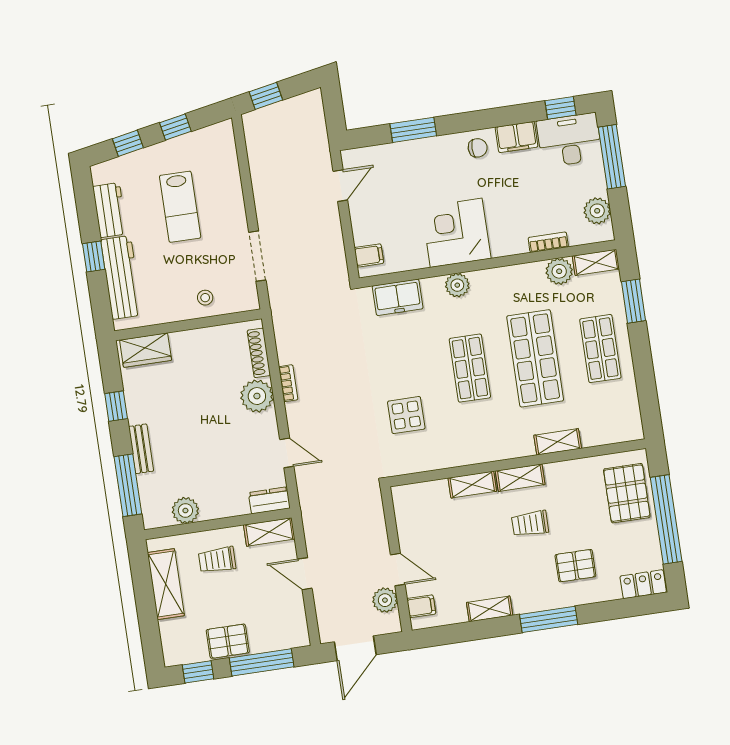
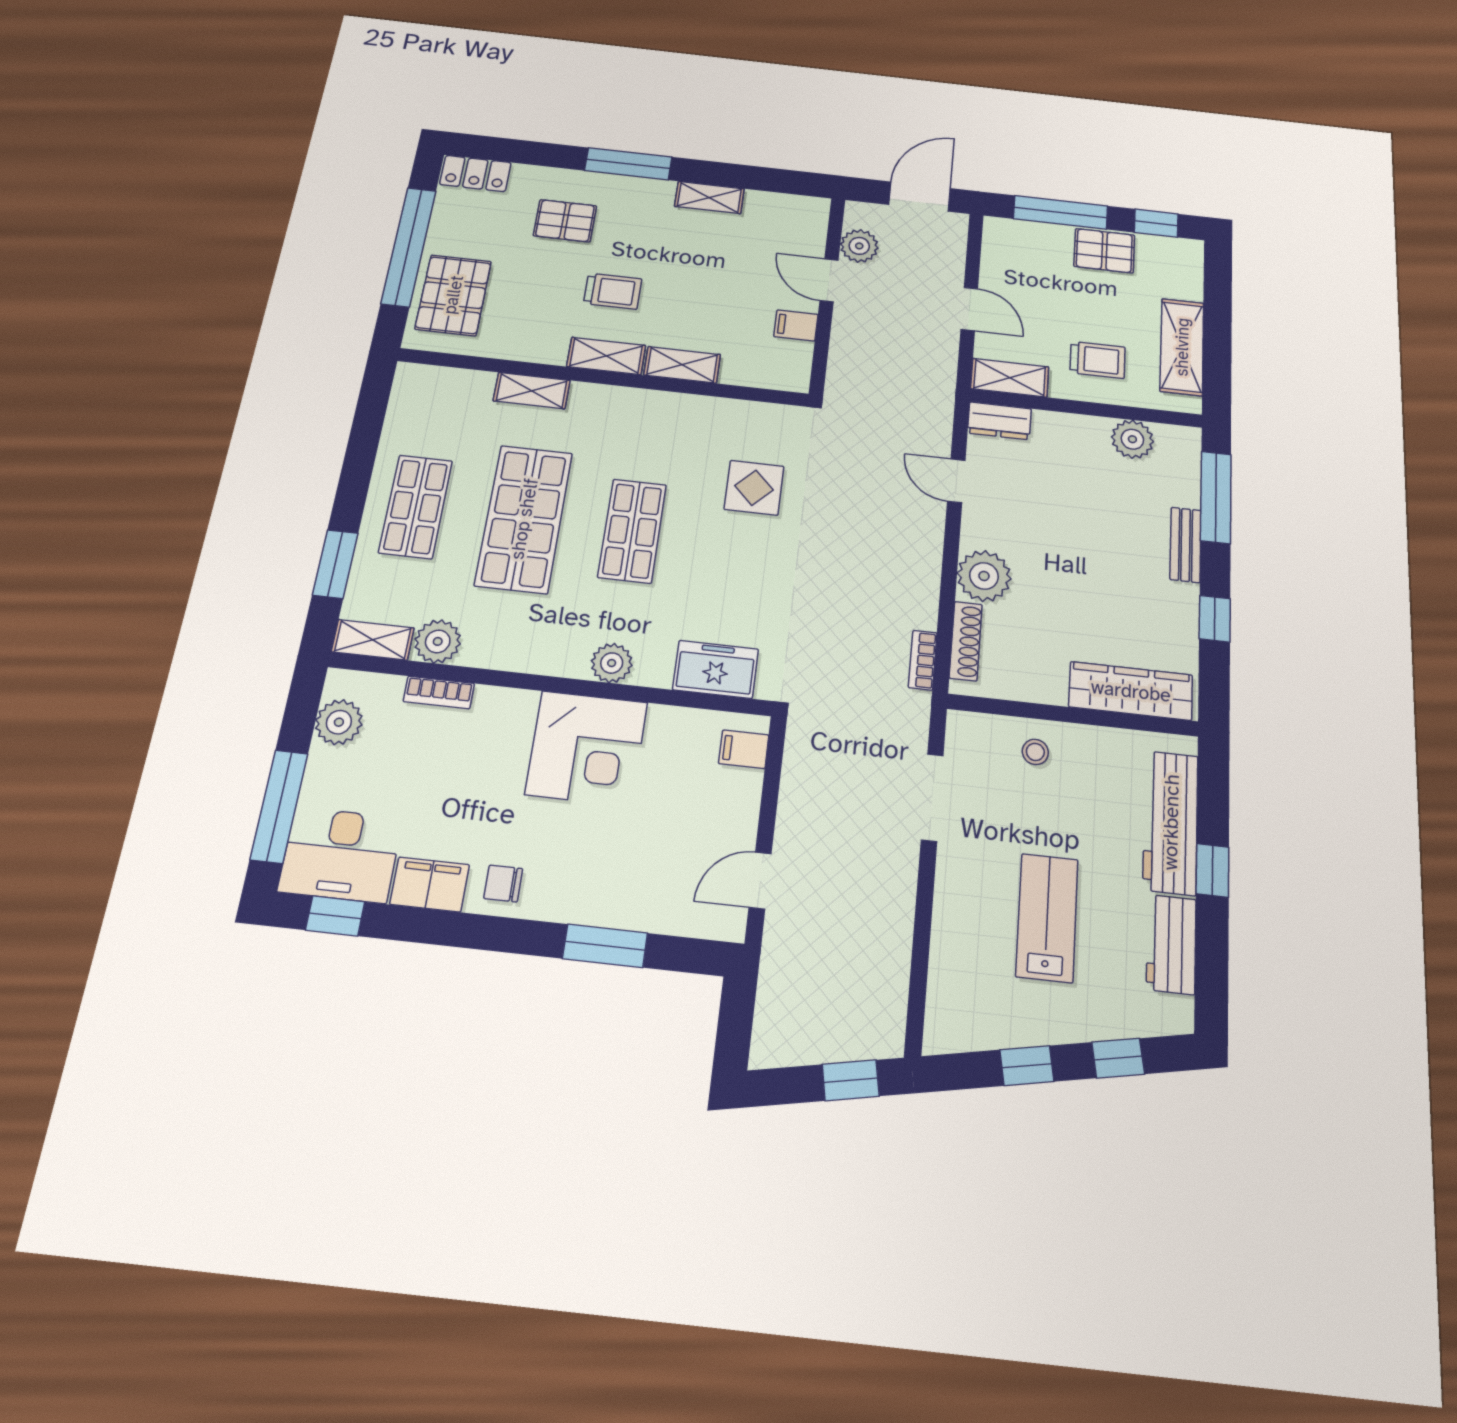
wardrobe: (146, 350) -> (1131, 691), width x1.50
bookcase: (288, 383) -> (923, 660), moved
filing cabinet: (421, 606) -> (796, 325), moved

